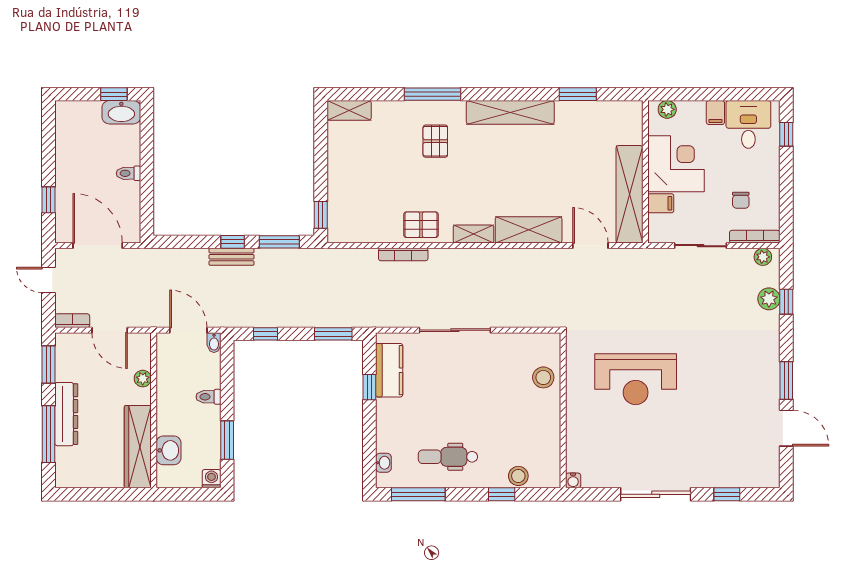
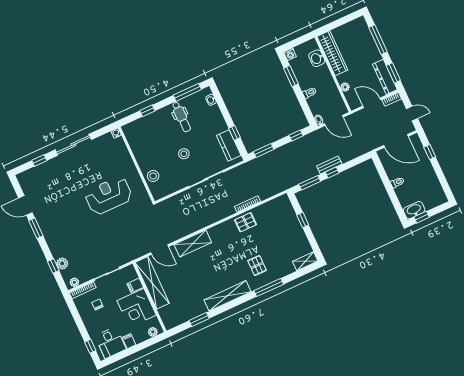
window: (321, 215) -> (303, 220), moved
shelving: (473, 234) -> (218, 229), removed
dresser: (66, 414) -> (385, 77), moved
dental chair: (448, 457) -> (181, 117), turned 90
stool: (518, 476) -> (184, 154), moved

